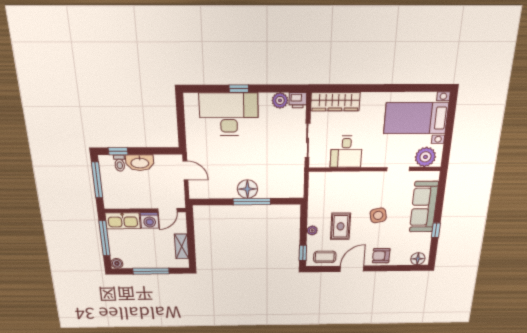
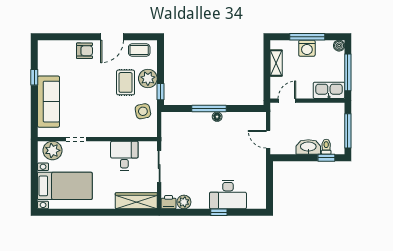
desk: (229, 114) -> (228, 194), width x0.73, depth x0.77
floor lamp: (247, 189) -> (217, 117), width x0.53, depth x0.53
side table: (378, 215) -> (143, 111), moved
washing machine: (150, 220) -> (307, 48), moved, turned 180
plant: (312, 230) -> (148, 79), width x1.87, depth x1.87
window: (303, 253) -> (161, 92), moved
floor lamp: (418, 259) -> (48, 47), removed

